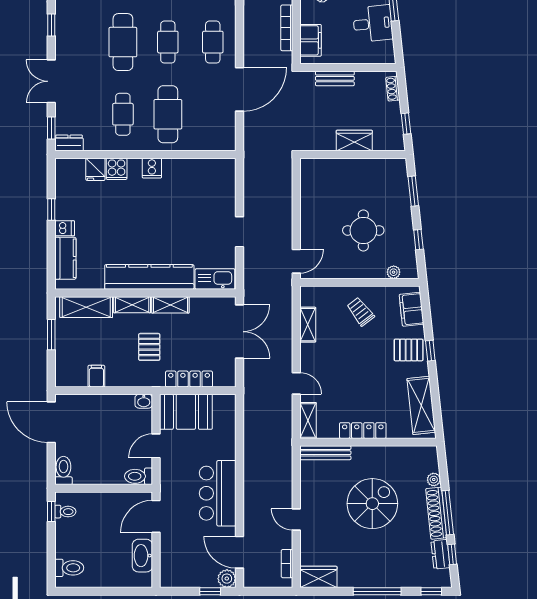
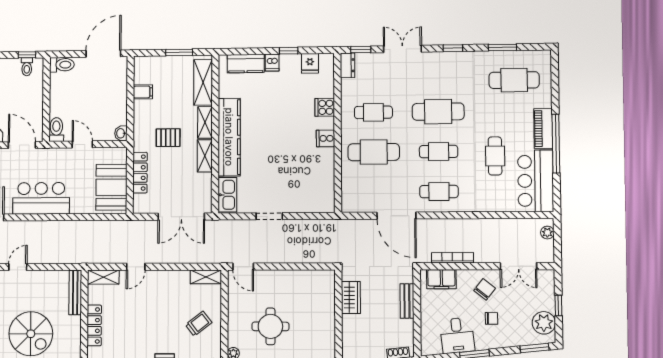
wardrobe: (354, 141) -> (351, 297), moved
fridge: (95, 169) -> (310, 63), moved, turned -90
shelving: (308, 325) -> (206, 277), moved
booth: (186, 412) -> (111, 187), moved

